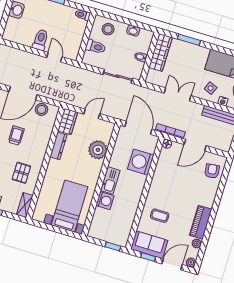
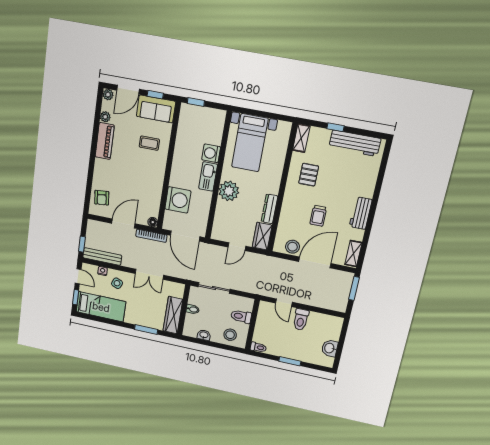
plant: (98, 150) -> (229, 191), moved

